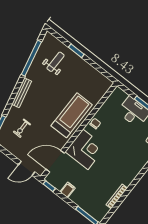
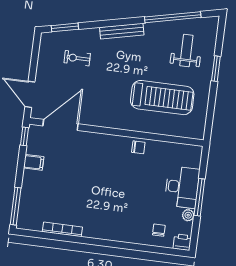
weight bench: (56, 62) -> (186, 51), turned -90
treadmill: (72, 115) -> (162, 98), moved
corner desk: (85, 149) -> (98, 154), removed
door: (55, 161) -> (60, 125), hinge flipped

